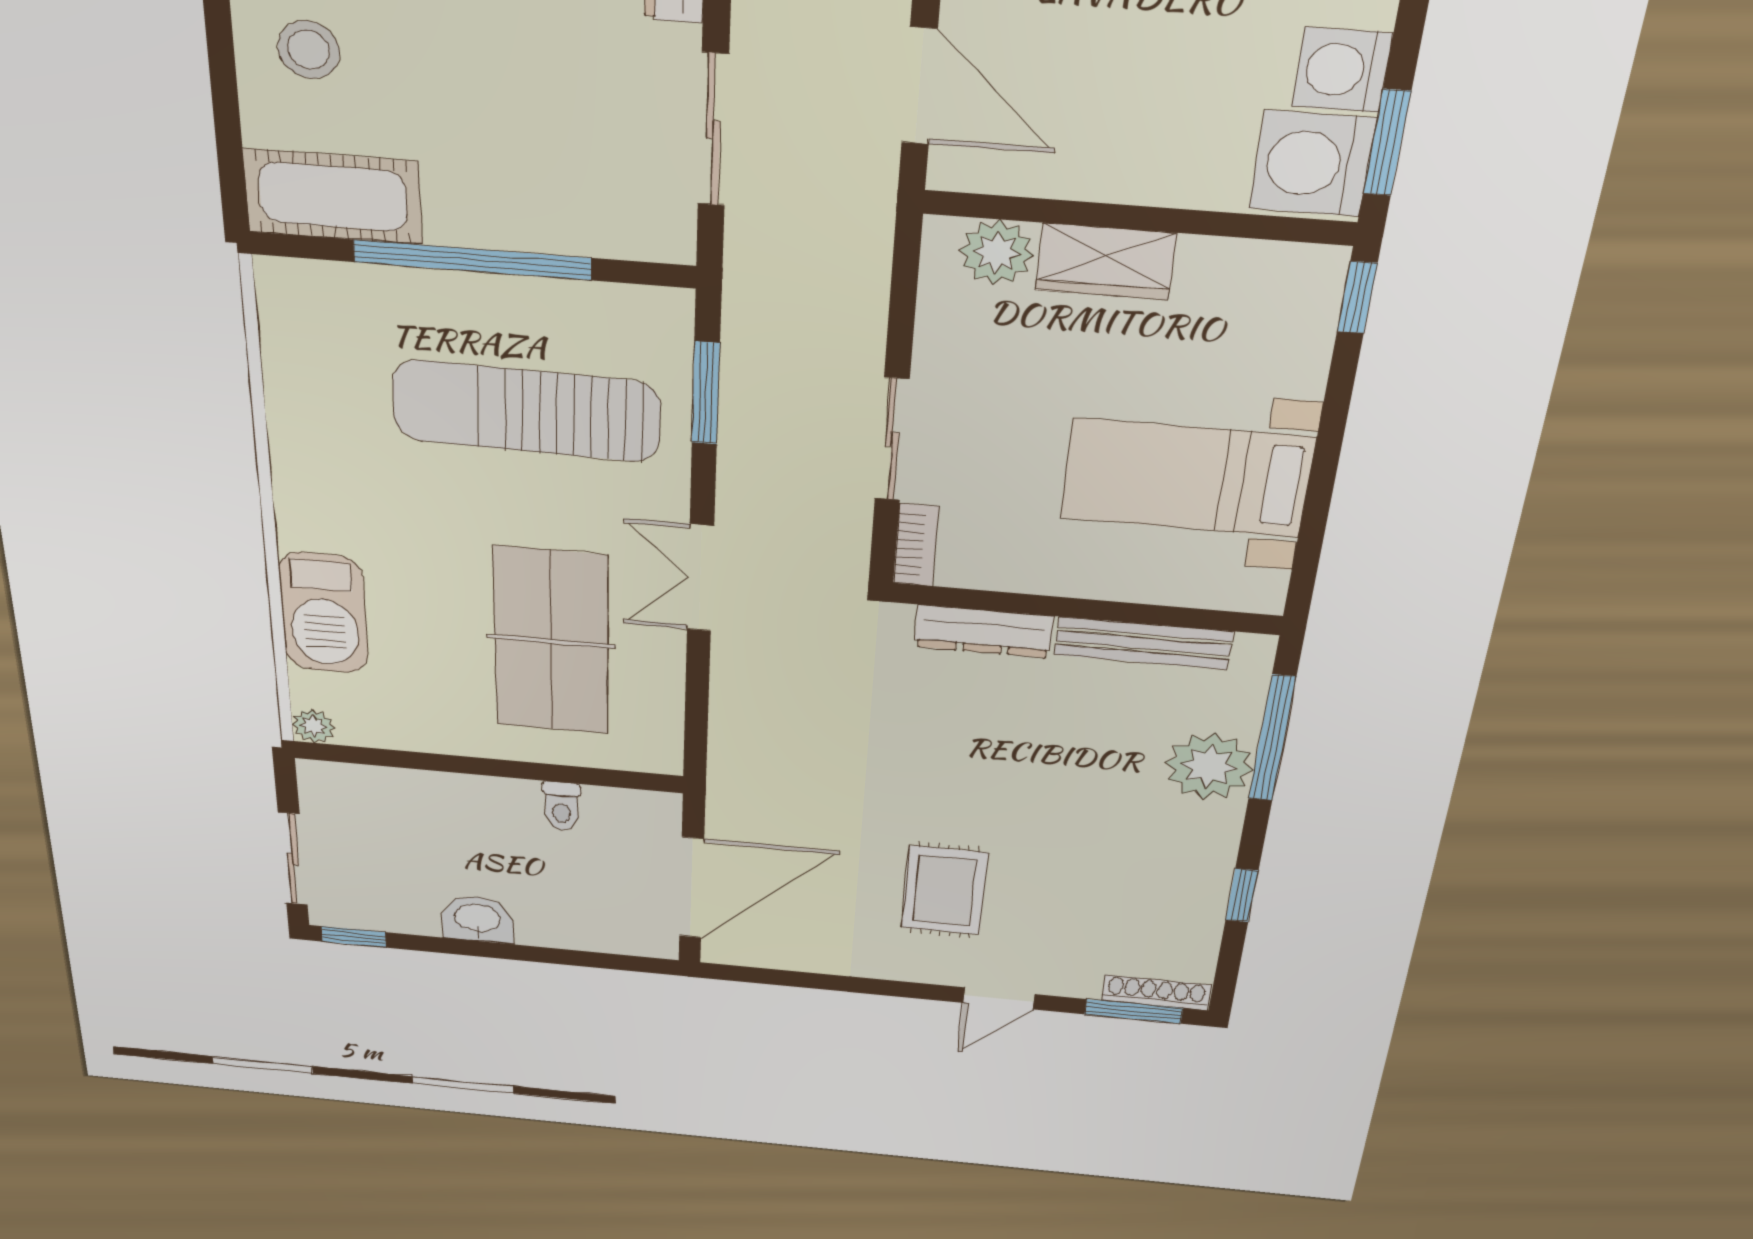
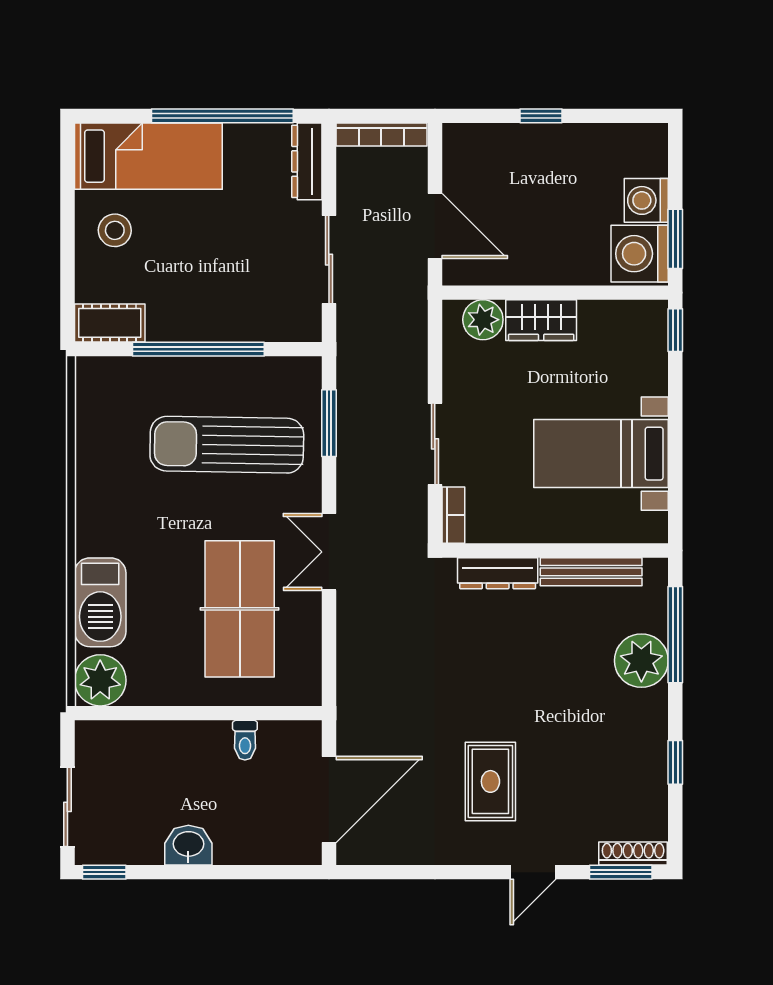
cot: (333, 197) -> (110, 323), width x0.73, depth x0.75
plant: (313, 726) -> (100, 680), width x1.88, depth x1.88

